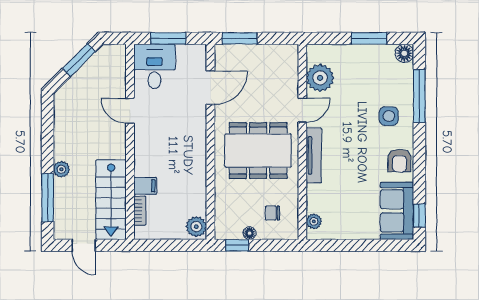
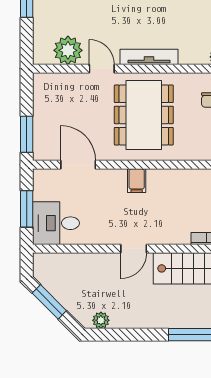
door: (130, 111) -> (134, 249), moved
plant: (61, 169) -> (101, 320), moved
filing cabinet: (145, 186) -> (137, 181), moved, turned 180

